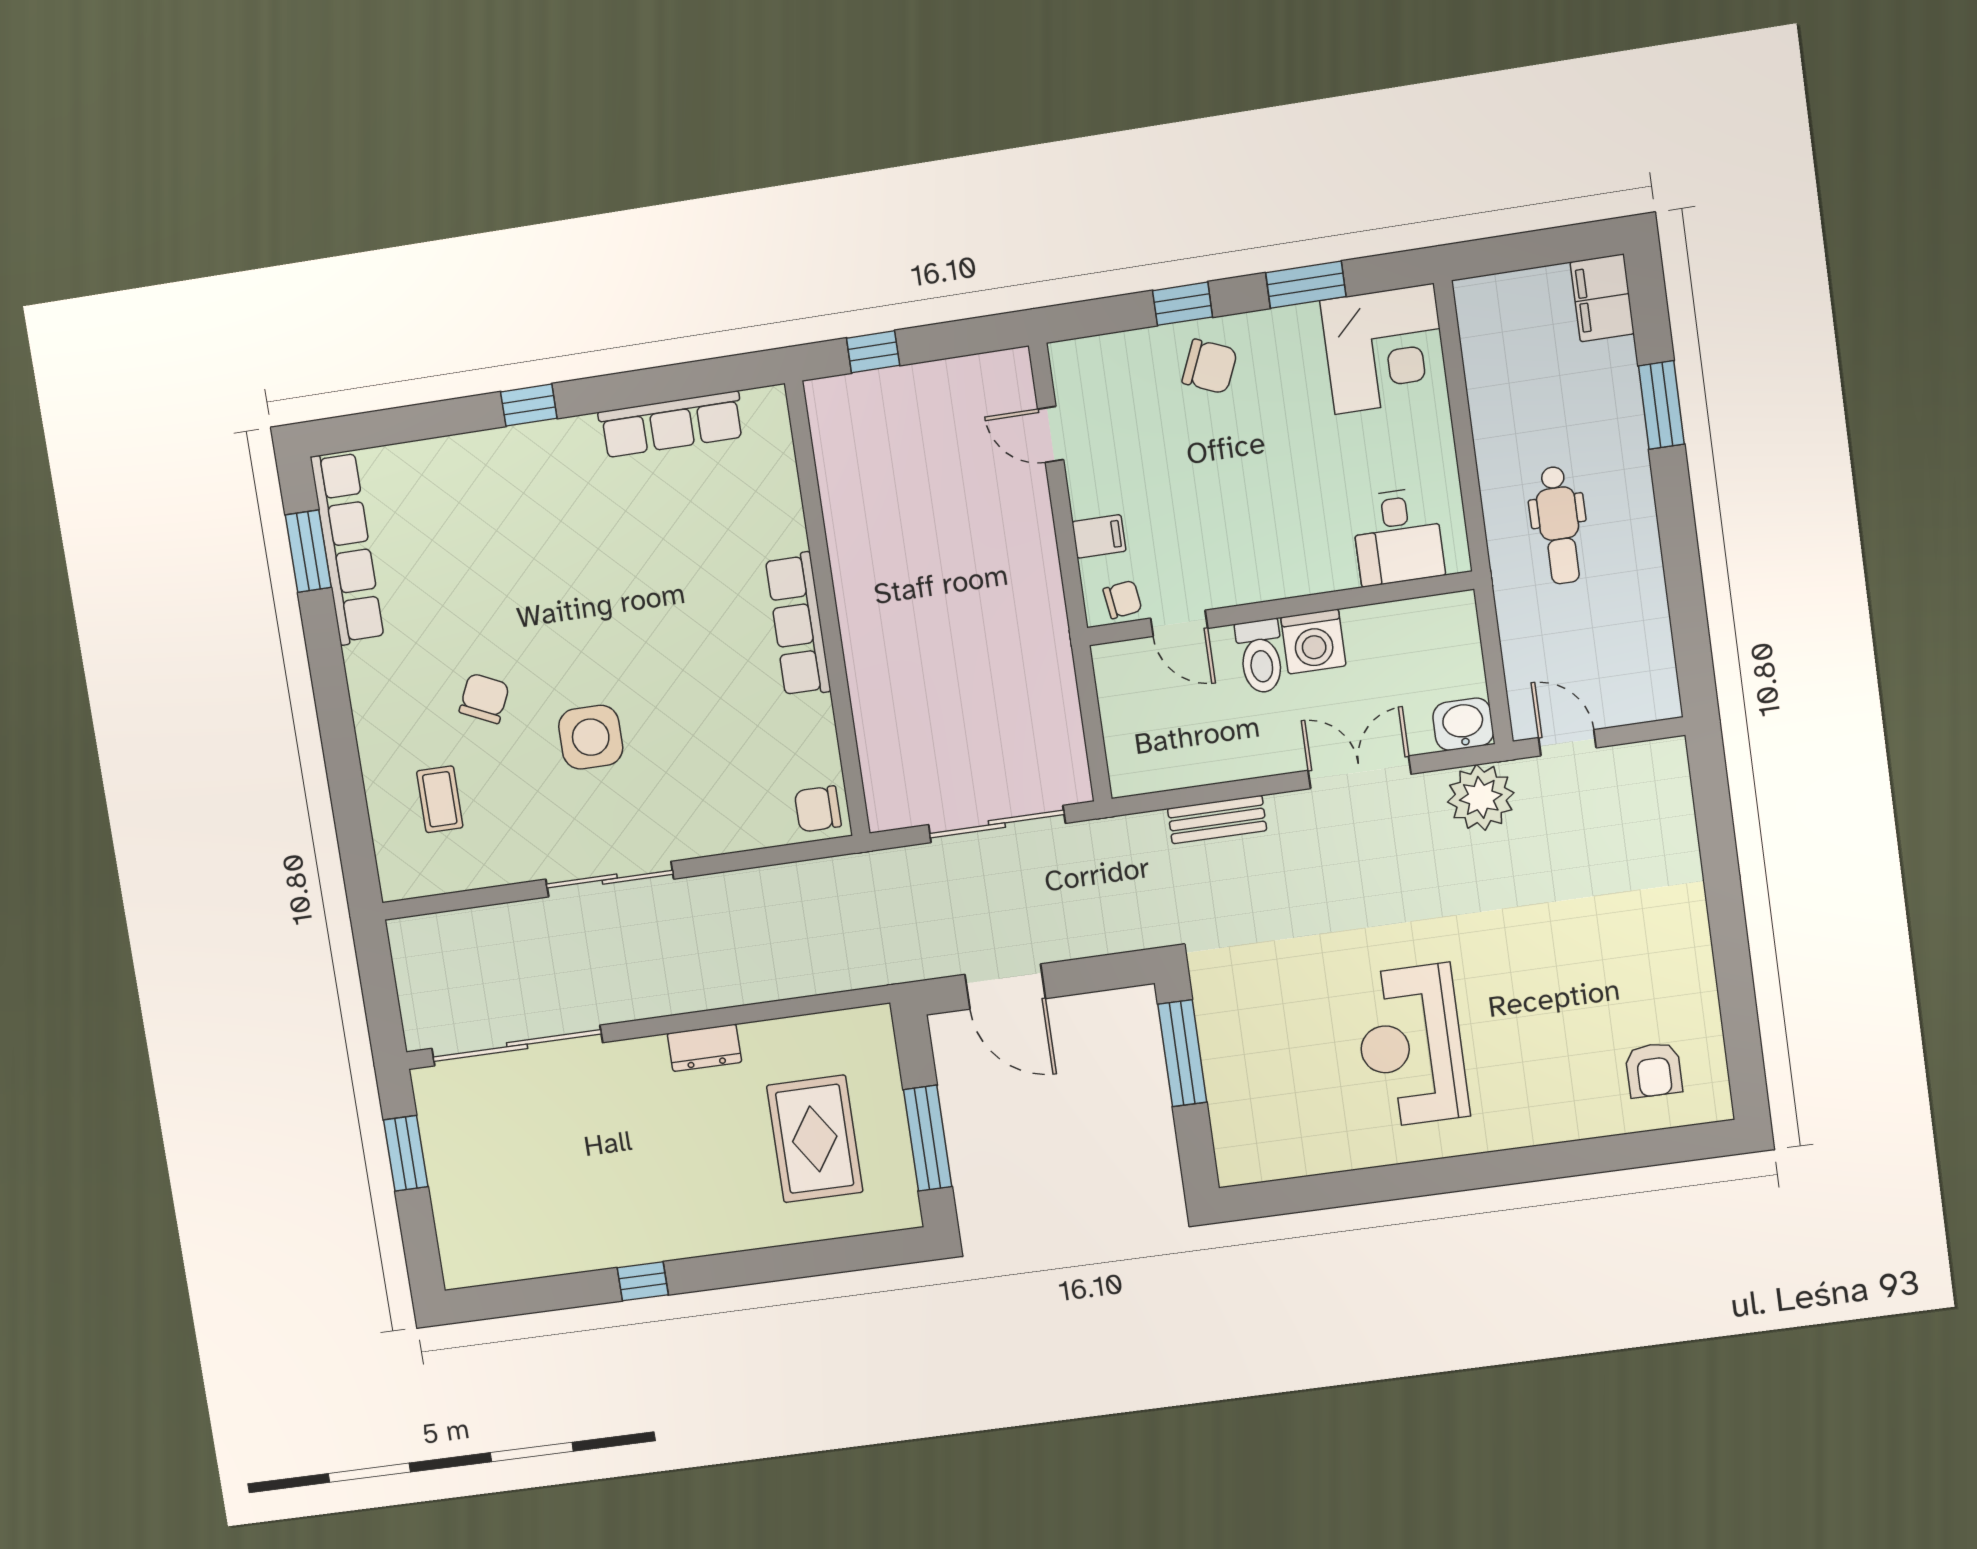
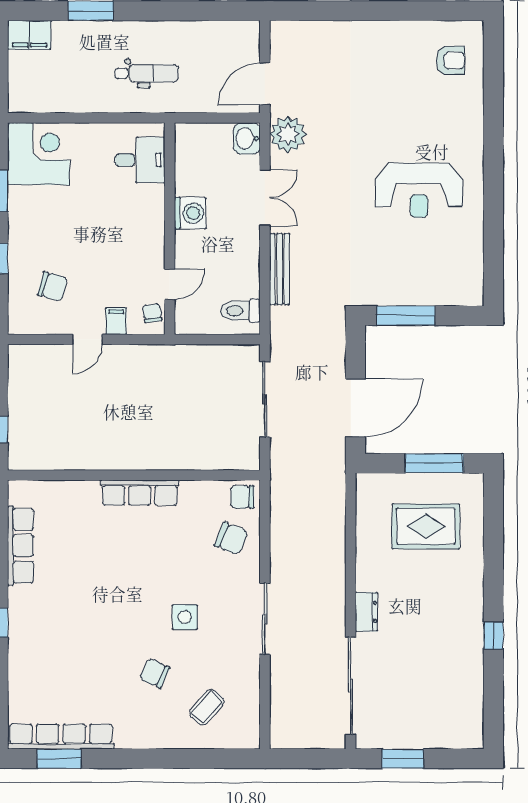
chair: (1210, 366) -> (53, 286), moved, turned 82
door: (1051, 434) -> (87, 339), moved
toilet: (1260, 656) -> (240, 311), moved, turned 180
side table: (591, 737) -> (185, 617), width x0.73, depth x0.73
door: (1567, 743) -> (265, 84), width x1.37
double door: (1360, 772) -> (265, 198), swing flipped
coffee table: (440, 799) -> (207, 707), turned -49
chair: (742, 799) -> (231, 538), added
chair: (818, 809) -> (242, 497), turned 90
bench: (1217, 820) -> (280, 269), width x1.36
door: (1005, 986) -> (355, 408), width x1.36
dresser: (704, 1048) -> (366, 612), moved

